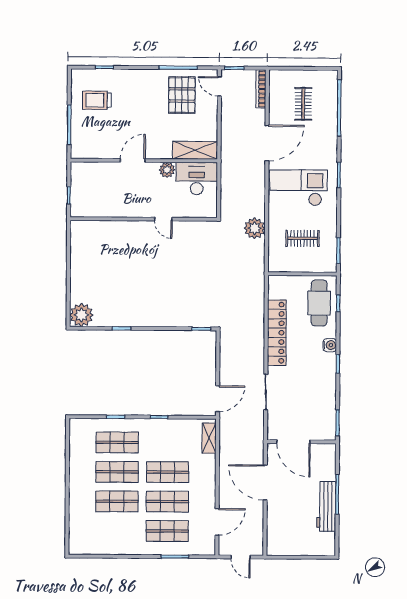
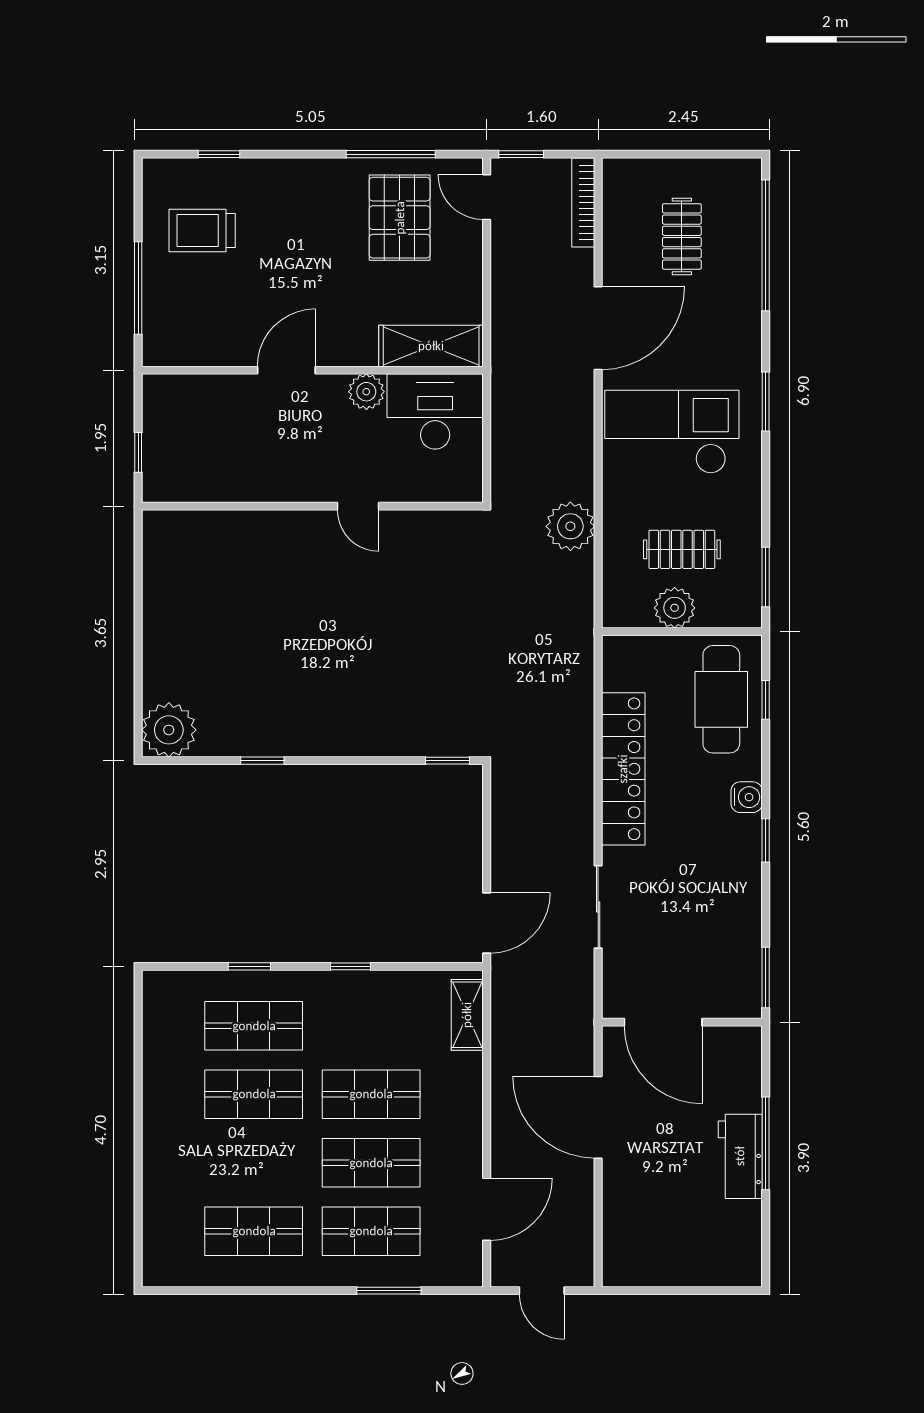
plant: (299, 263) -> (675, 608), added
shop shelf: (117, 501) -> (254, 1231), moved
workbench: (326, 506) -> (740, 1156), width x0.73

